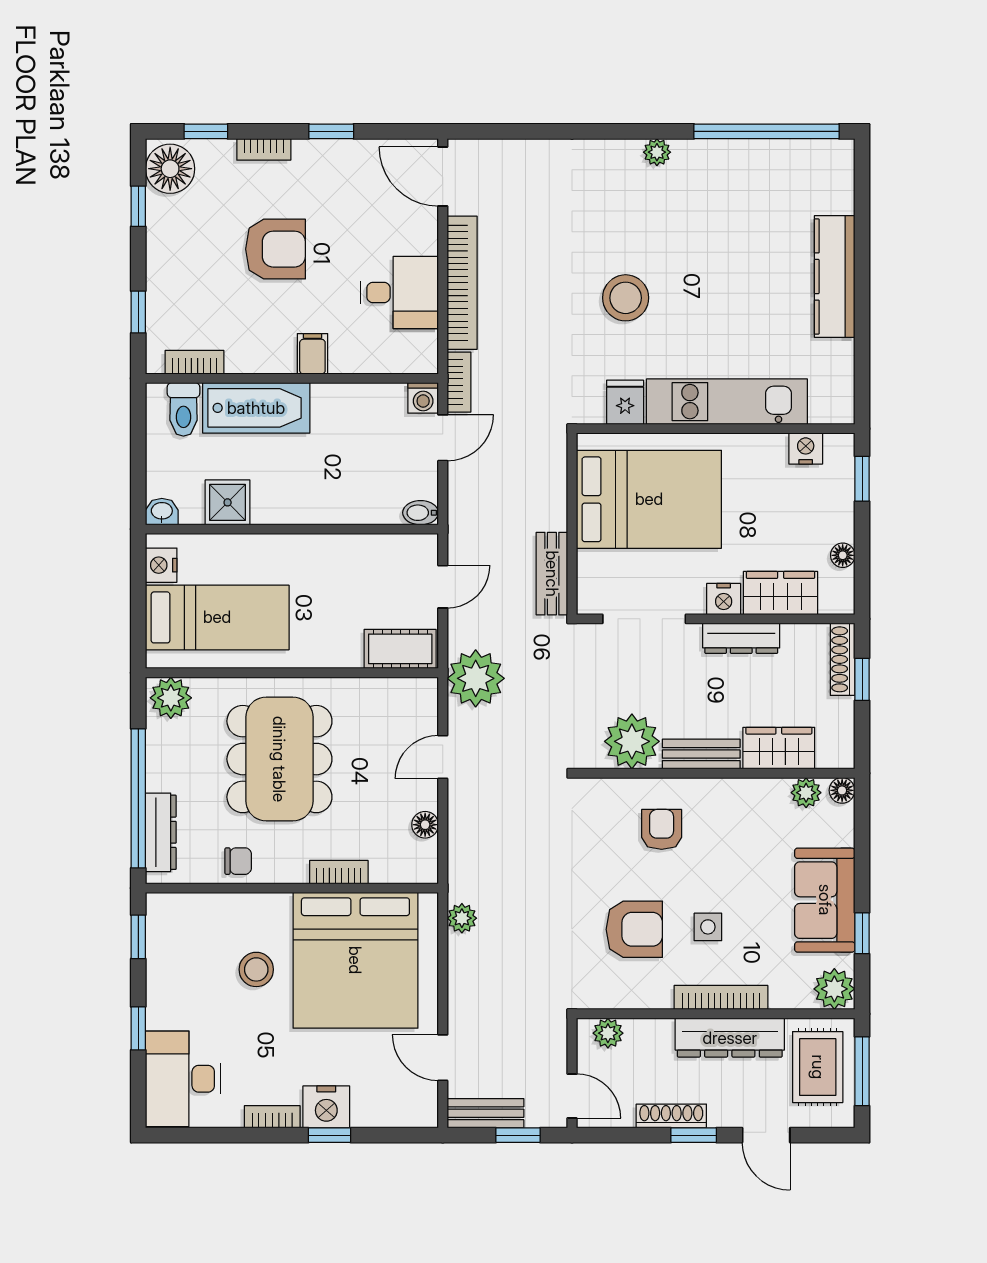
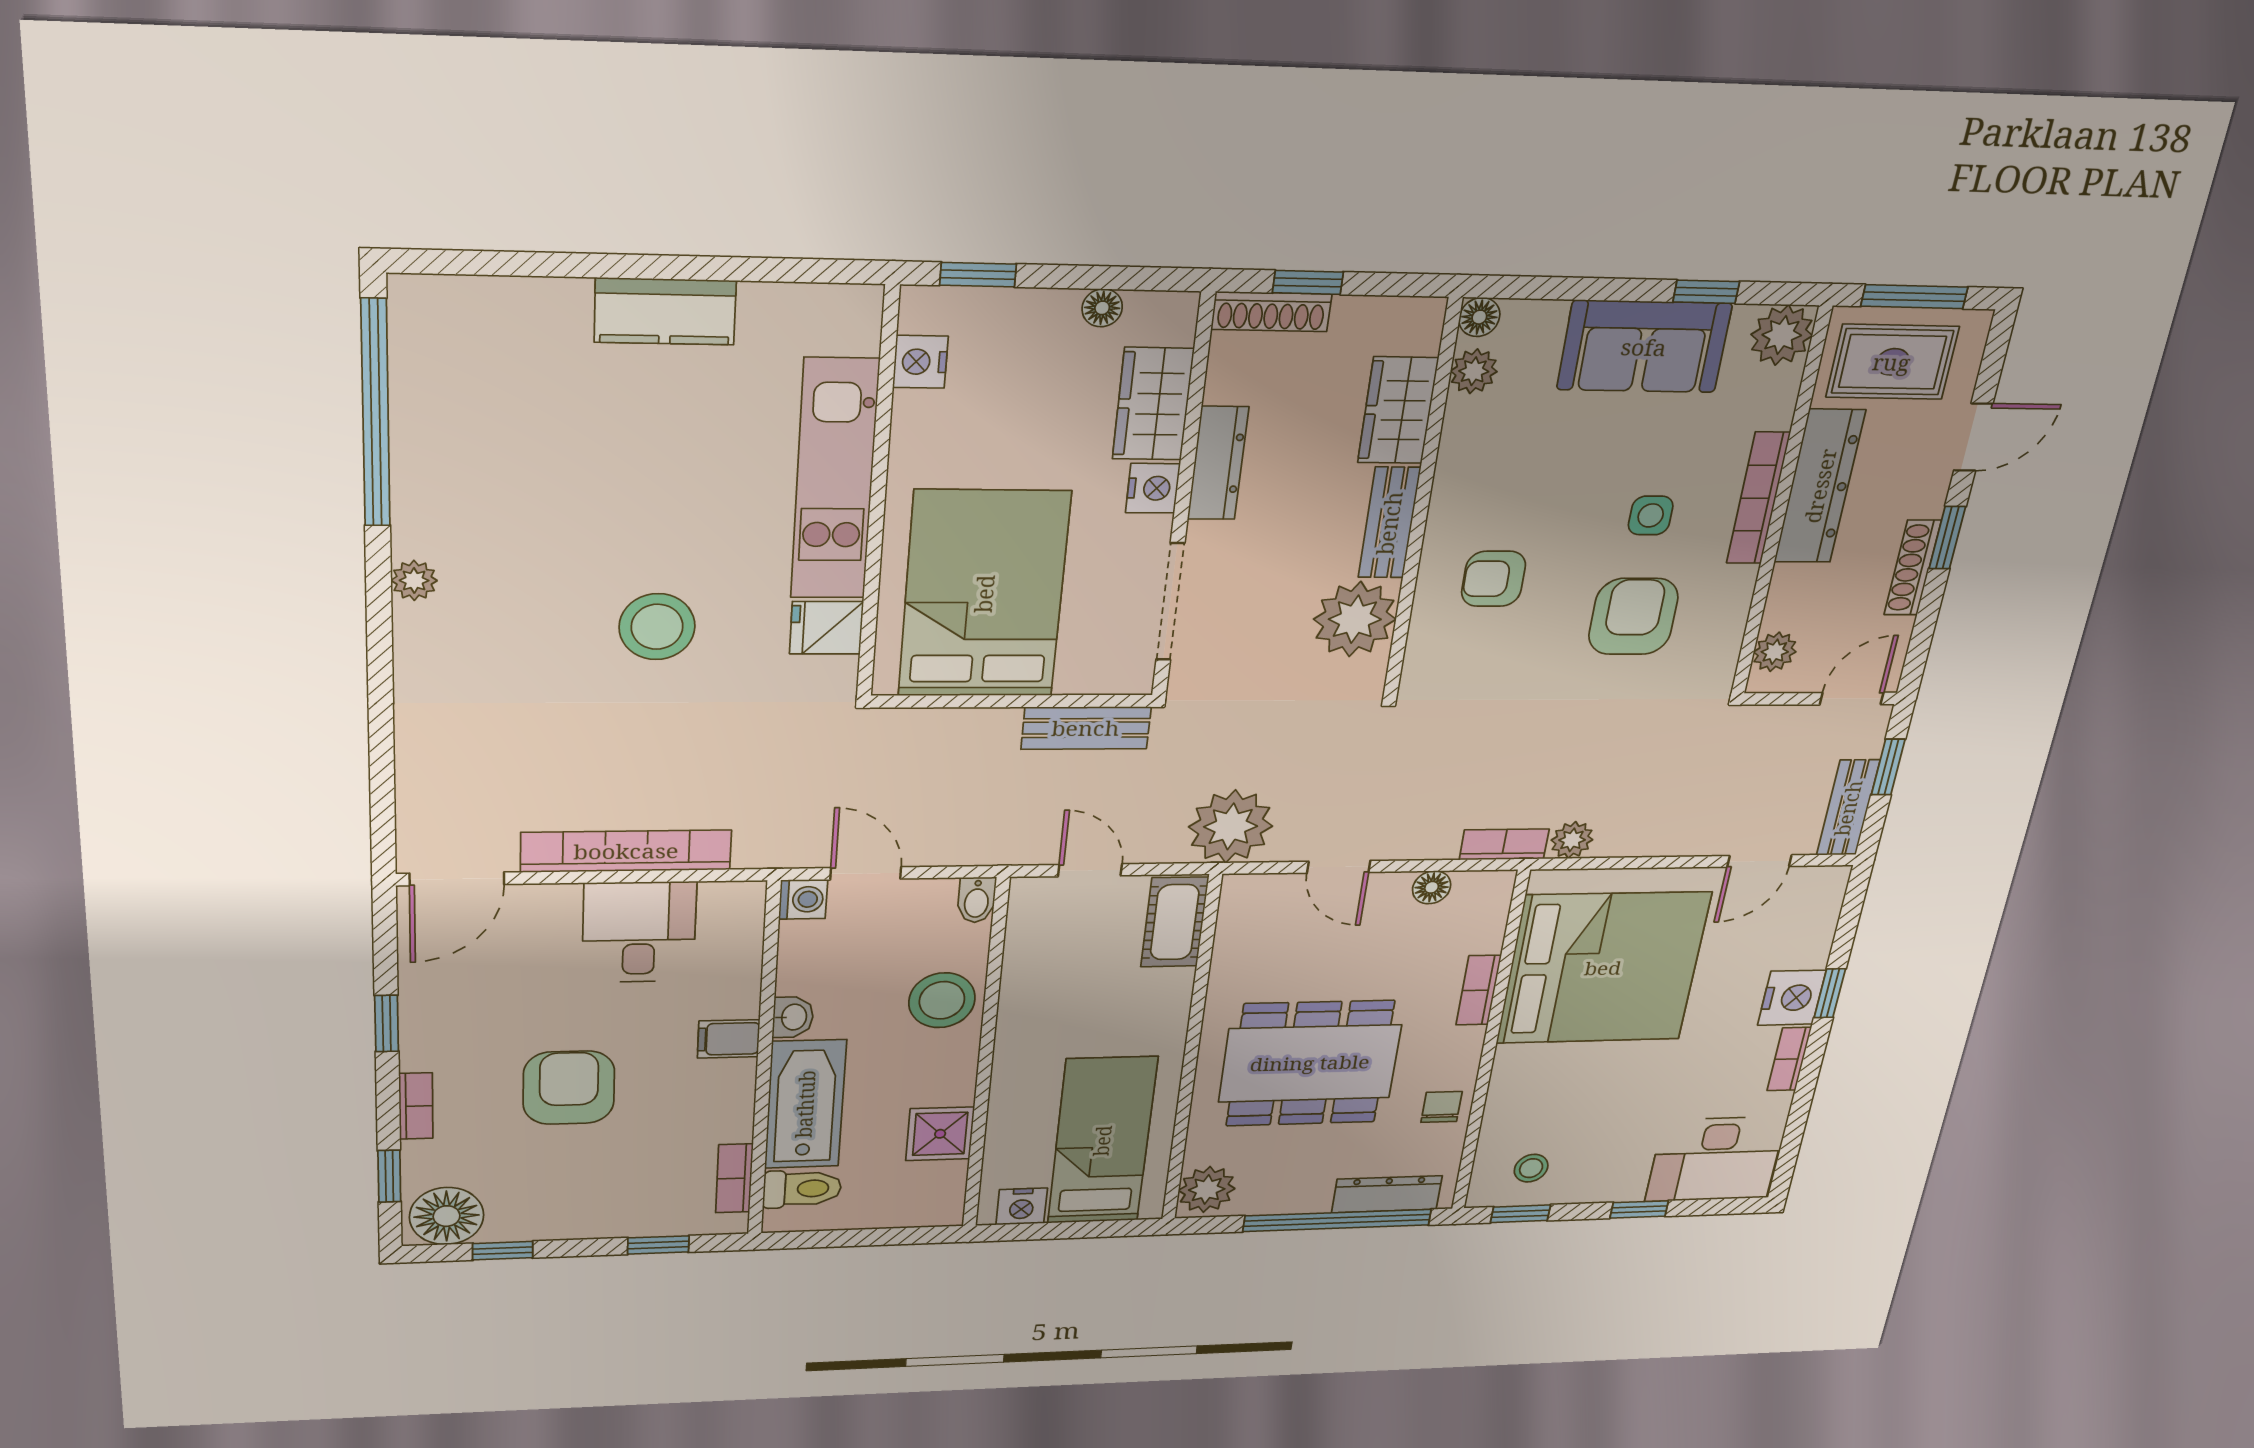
kitchen counter: (835, 277) -> (665, 311), width x0.67
bookcase: (459, 382) -> (1504, 844), moved
stool: (340, 495) -> (942, 1000), added
washbasin: (162, 512) -> (793, 1017), moved, turned 180
stool: (256, 969) -> (1531, 1168), moved, width x0.73, depth x0.73

